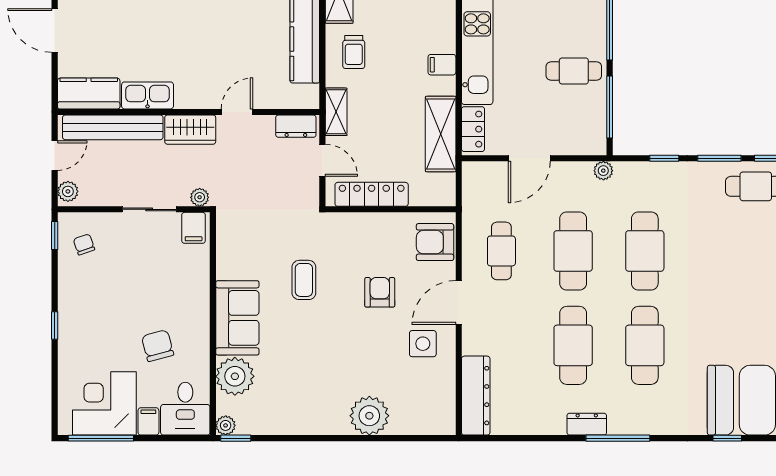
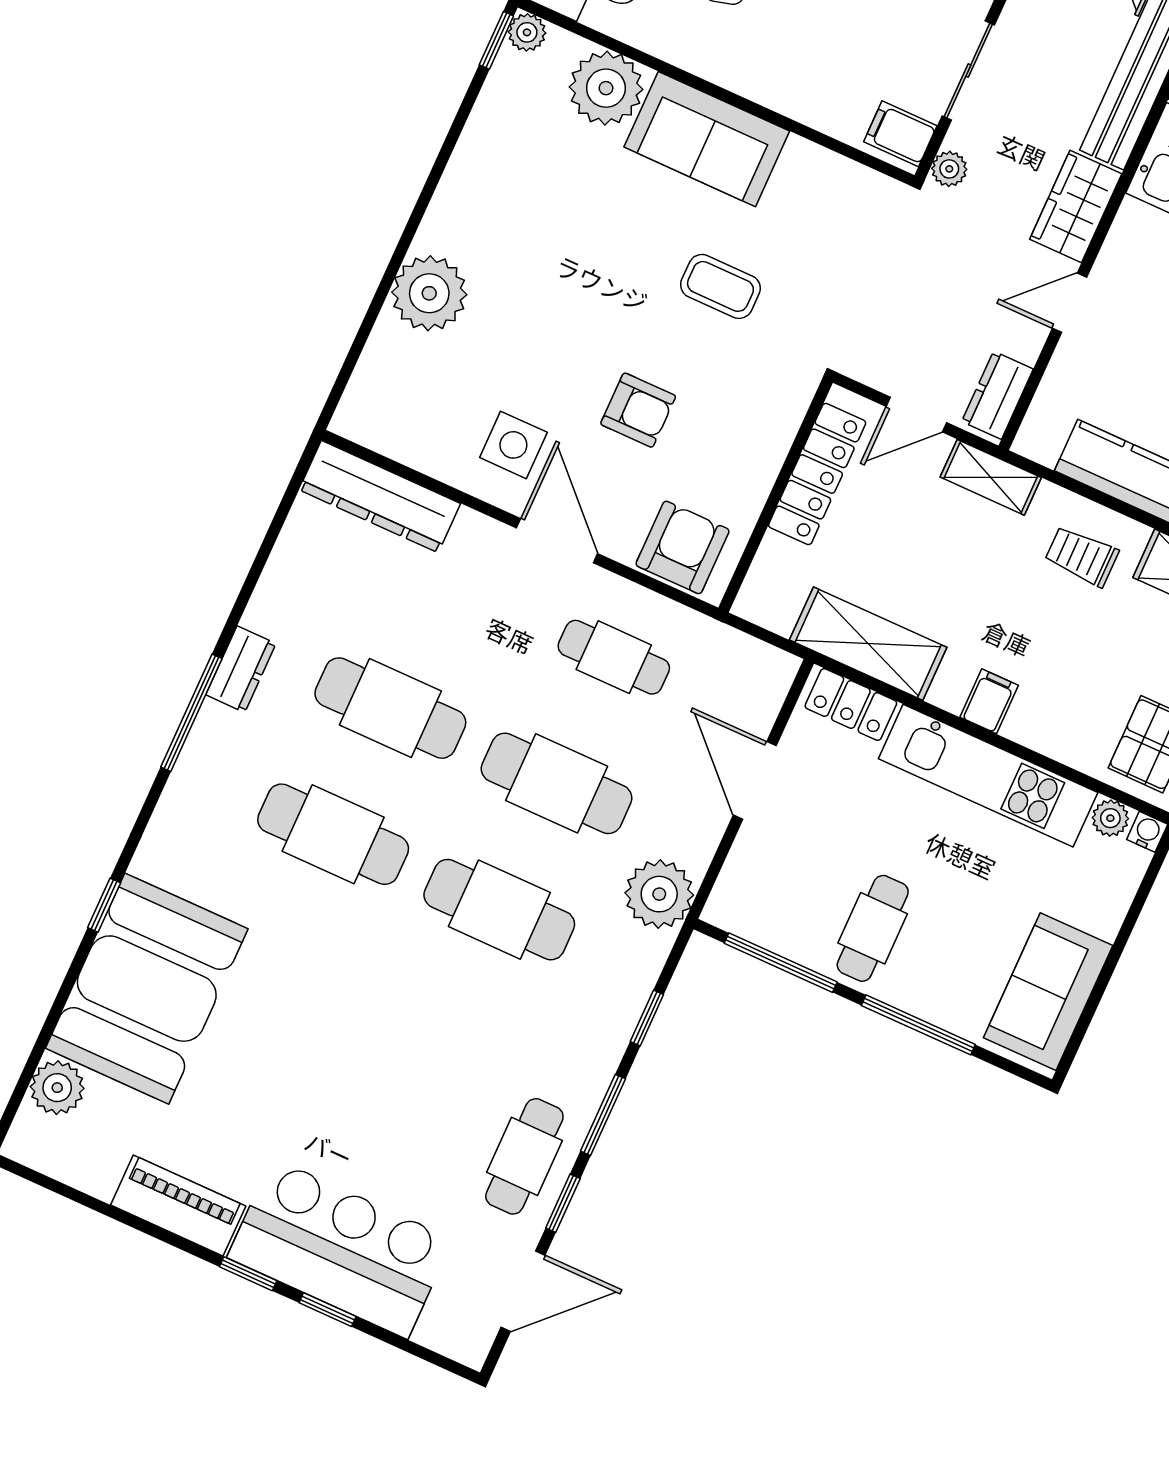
door: (237, 112) -> (1070, 303), swing flipped
plant: (603, 171) -> (659, 894), width x1.88, depth x1.88

